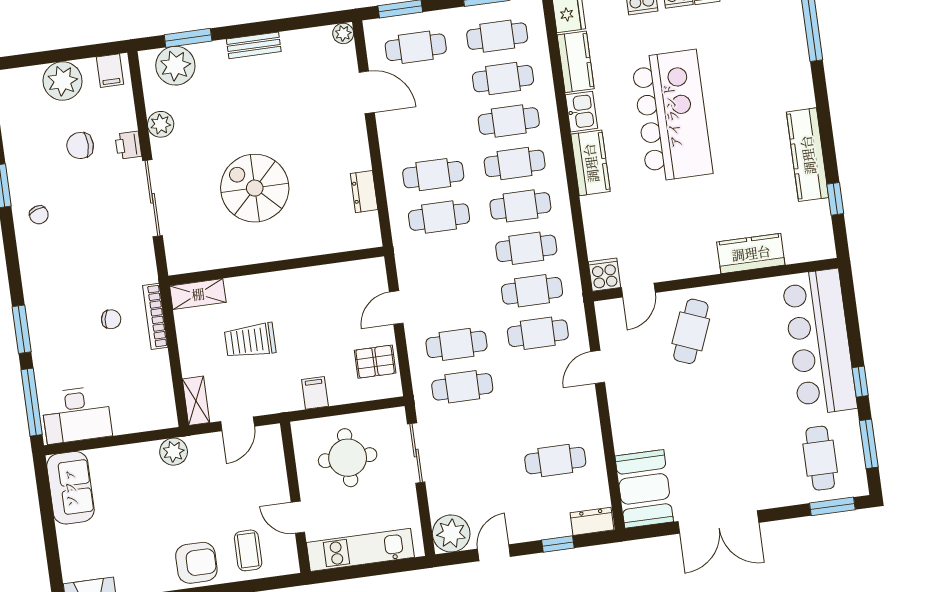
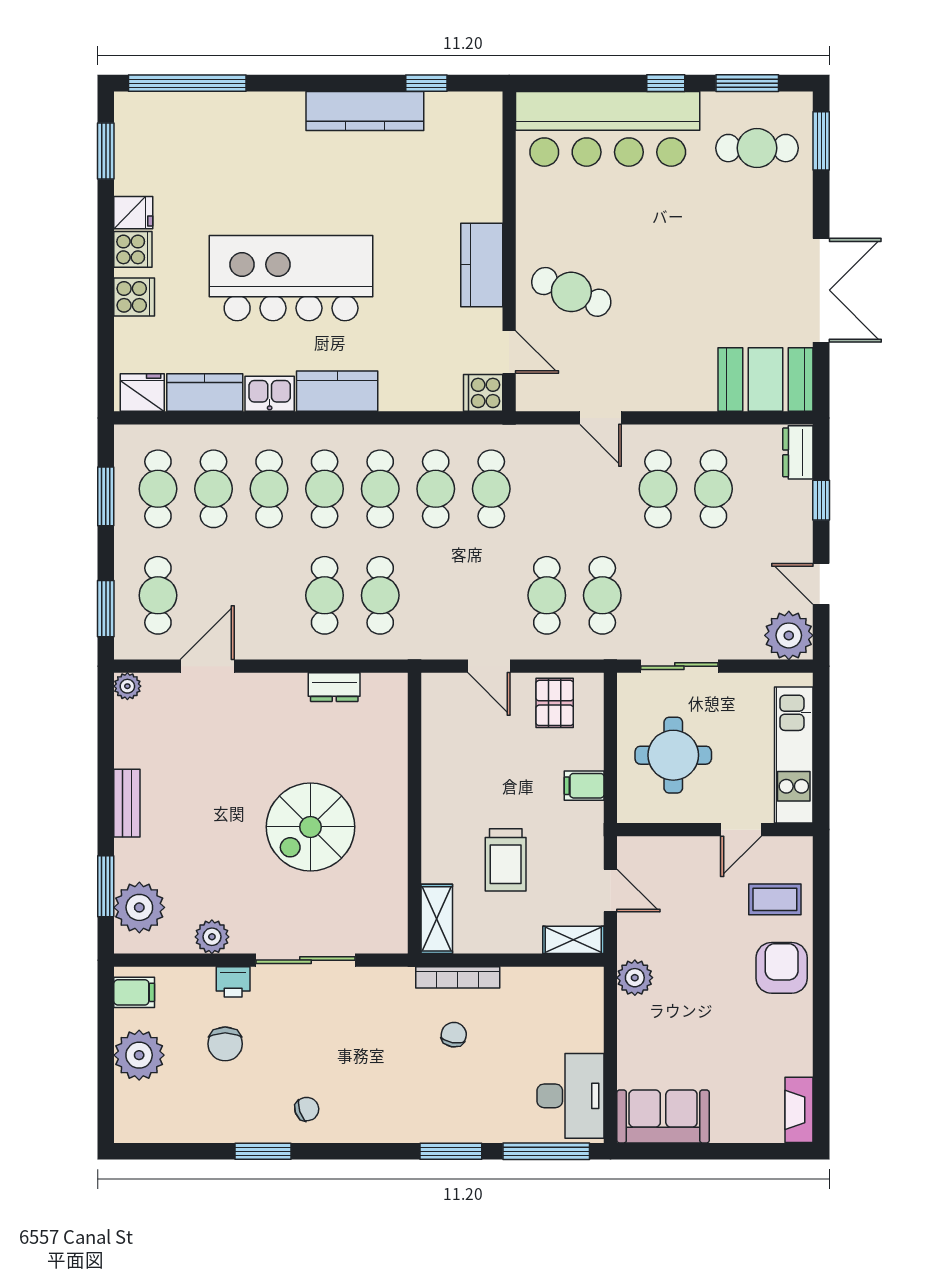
kitchen counter: (751, 253) -> (482, 265), moved
cafe table: (538, 333) -> (658, 489), moved

